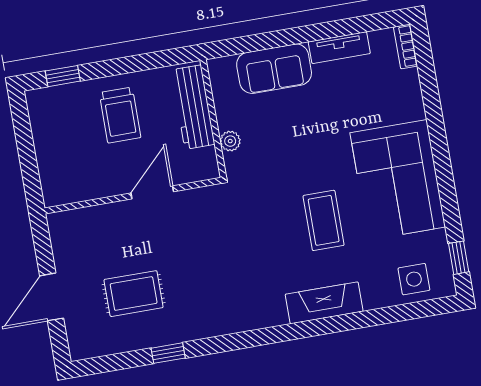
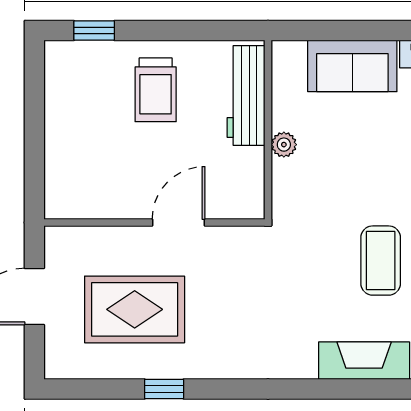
door: (152, 192) -> (179, 223), moved
wall: (133, 196) -> (154, 223), moved
rug: (134, 294) -> (135, 309), width x1.36, depth x1.43

